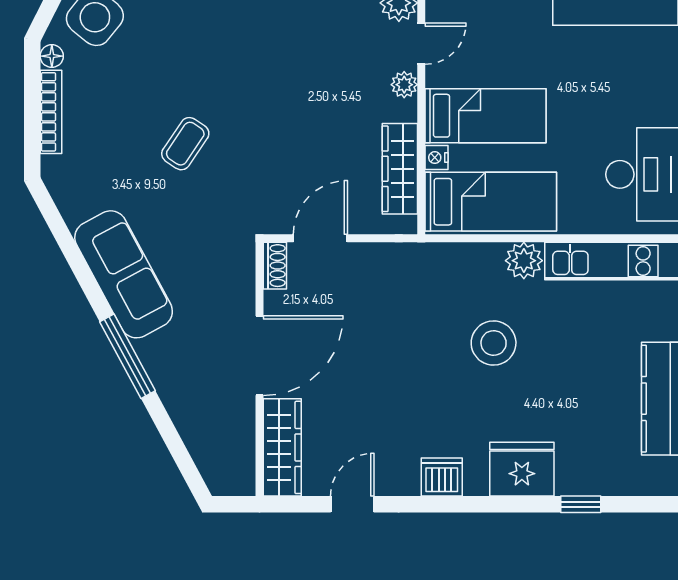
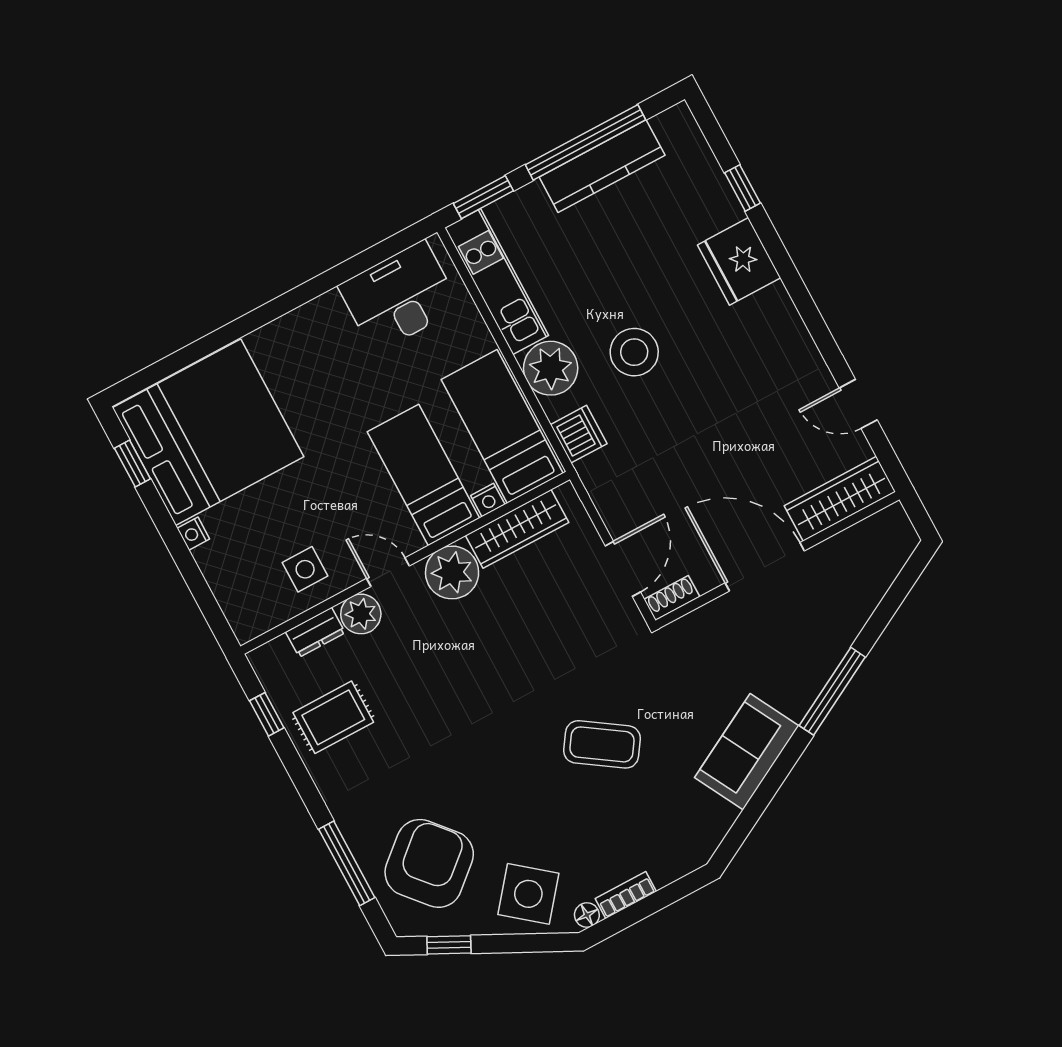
plant: (404, 85) -> (452, 572), width x1.88, depth x1.88
bookcase: (51, 112) -> (626, 895), width x0.64
coffee table: (185, 144) -> (602, 744), width x1.36, depth x1.30
door: (320, 238) -> (623, 569), swing flipped
plant: (524, 261) -> (551, 368), width x1.36, depth x1.36
sofa: (124, 274) -> (747, 752), width x0.73
dishwasher: (442, 477) -> (579, 434), moved, turned 180

